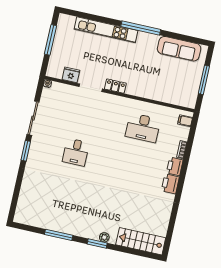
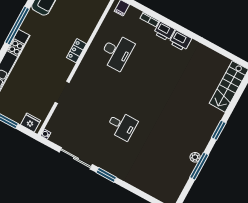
fridge: (71, 75) -> (31, 123), moved, turned 90
locker: (115, 86) -> (77, 51), moved
plant: (104, 237) -> (195, 157), moved

